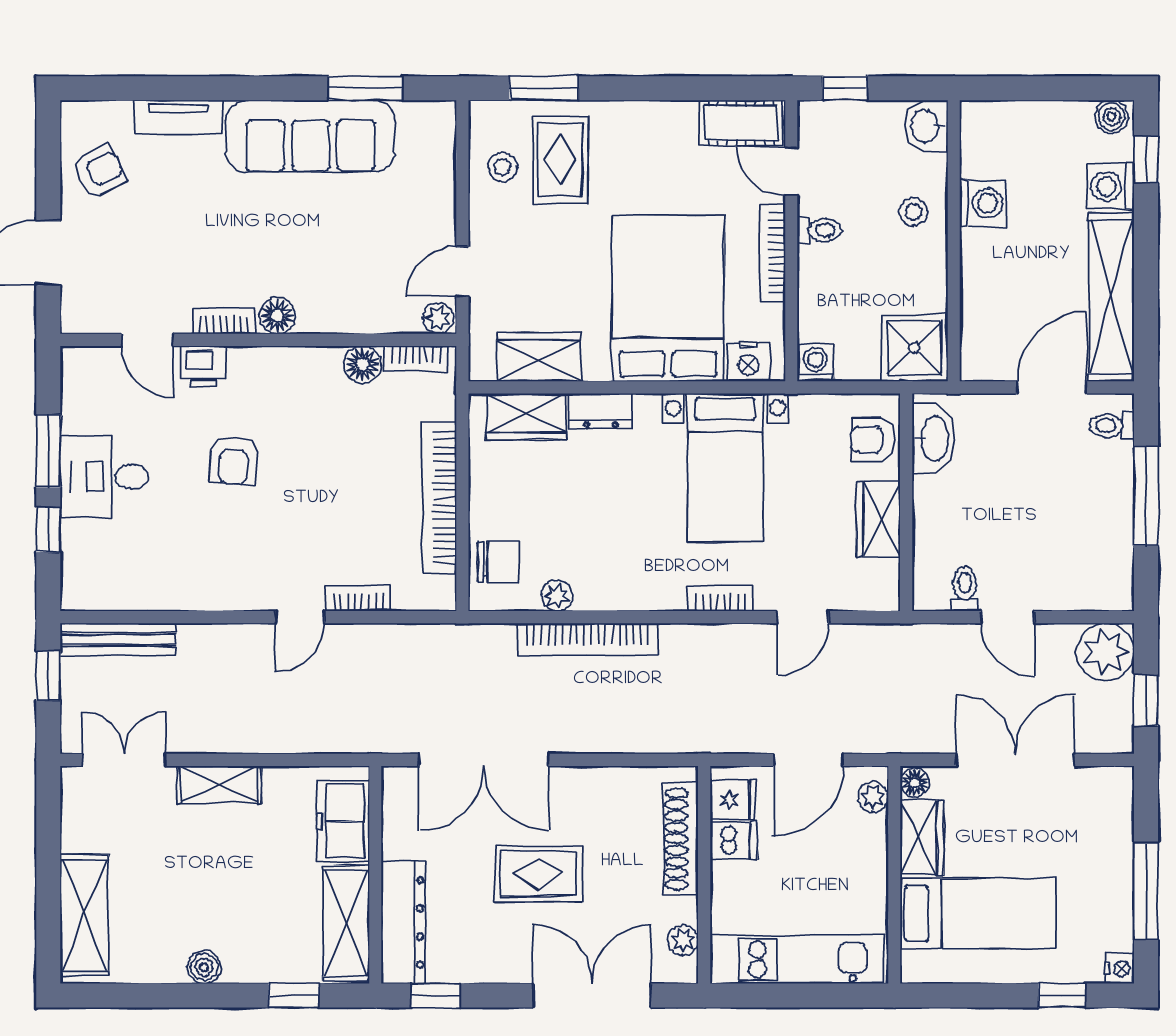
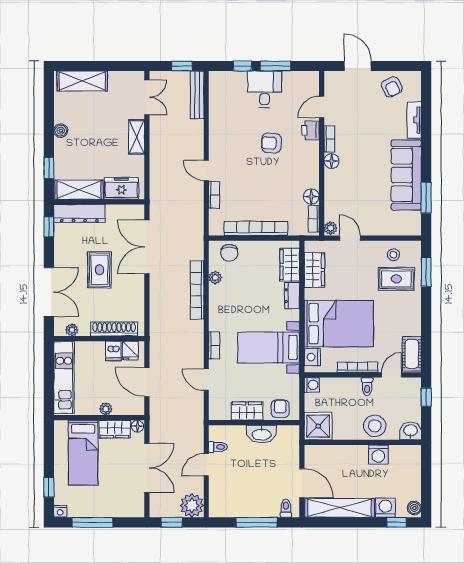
stool: (914, 212) -> (375, 426), width x1.89, depth x1.89
washbasin: (934, 439) -> (261, 434), moved
plant: (873, 797) -> (106, 409), moved

